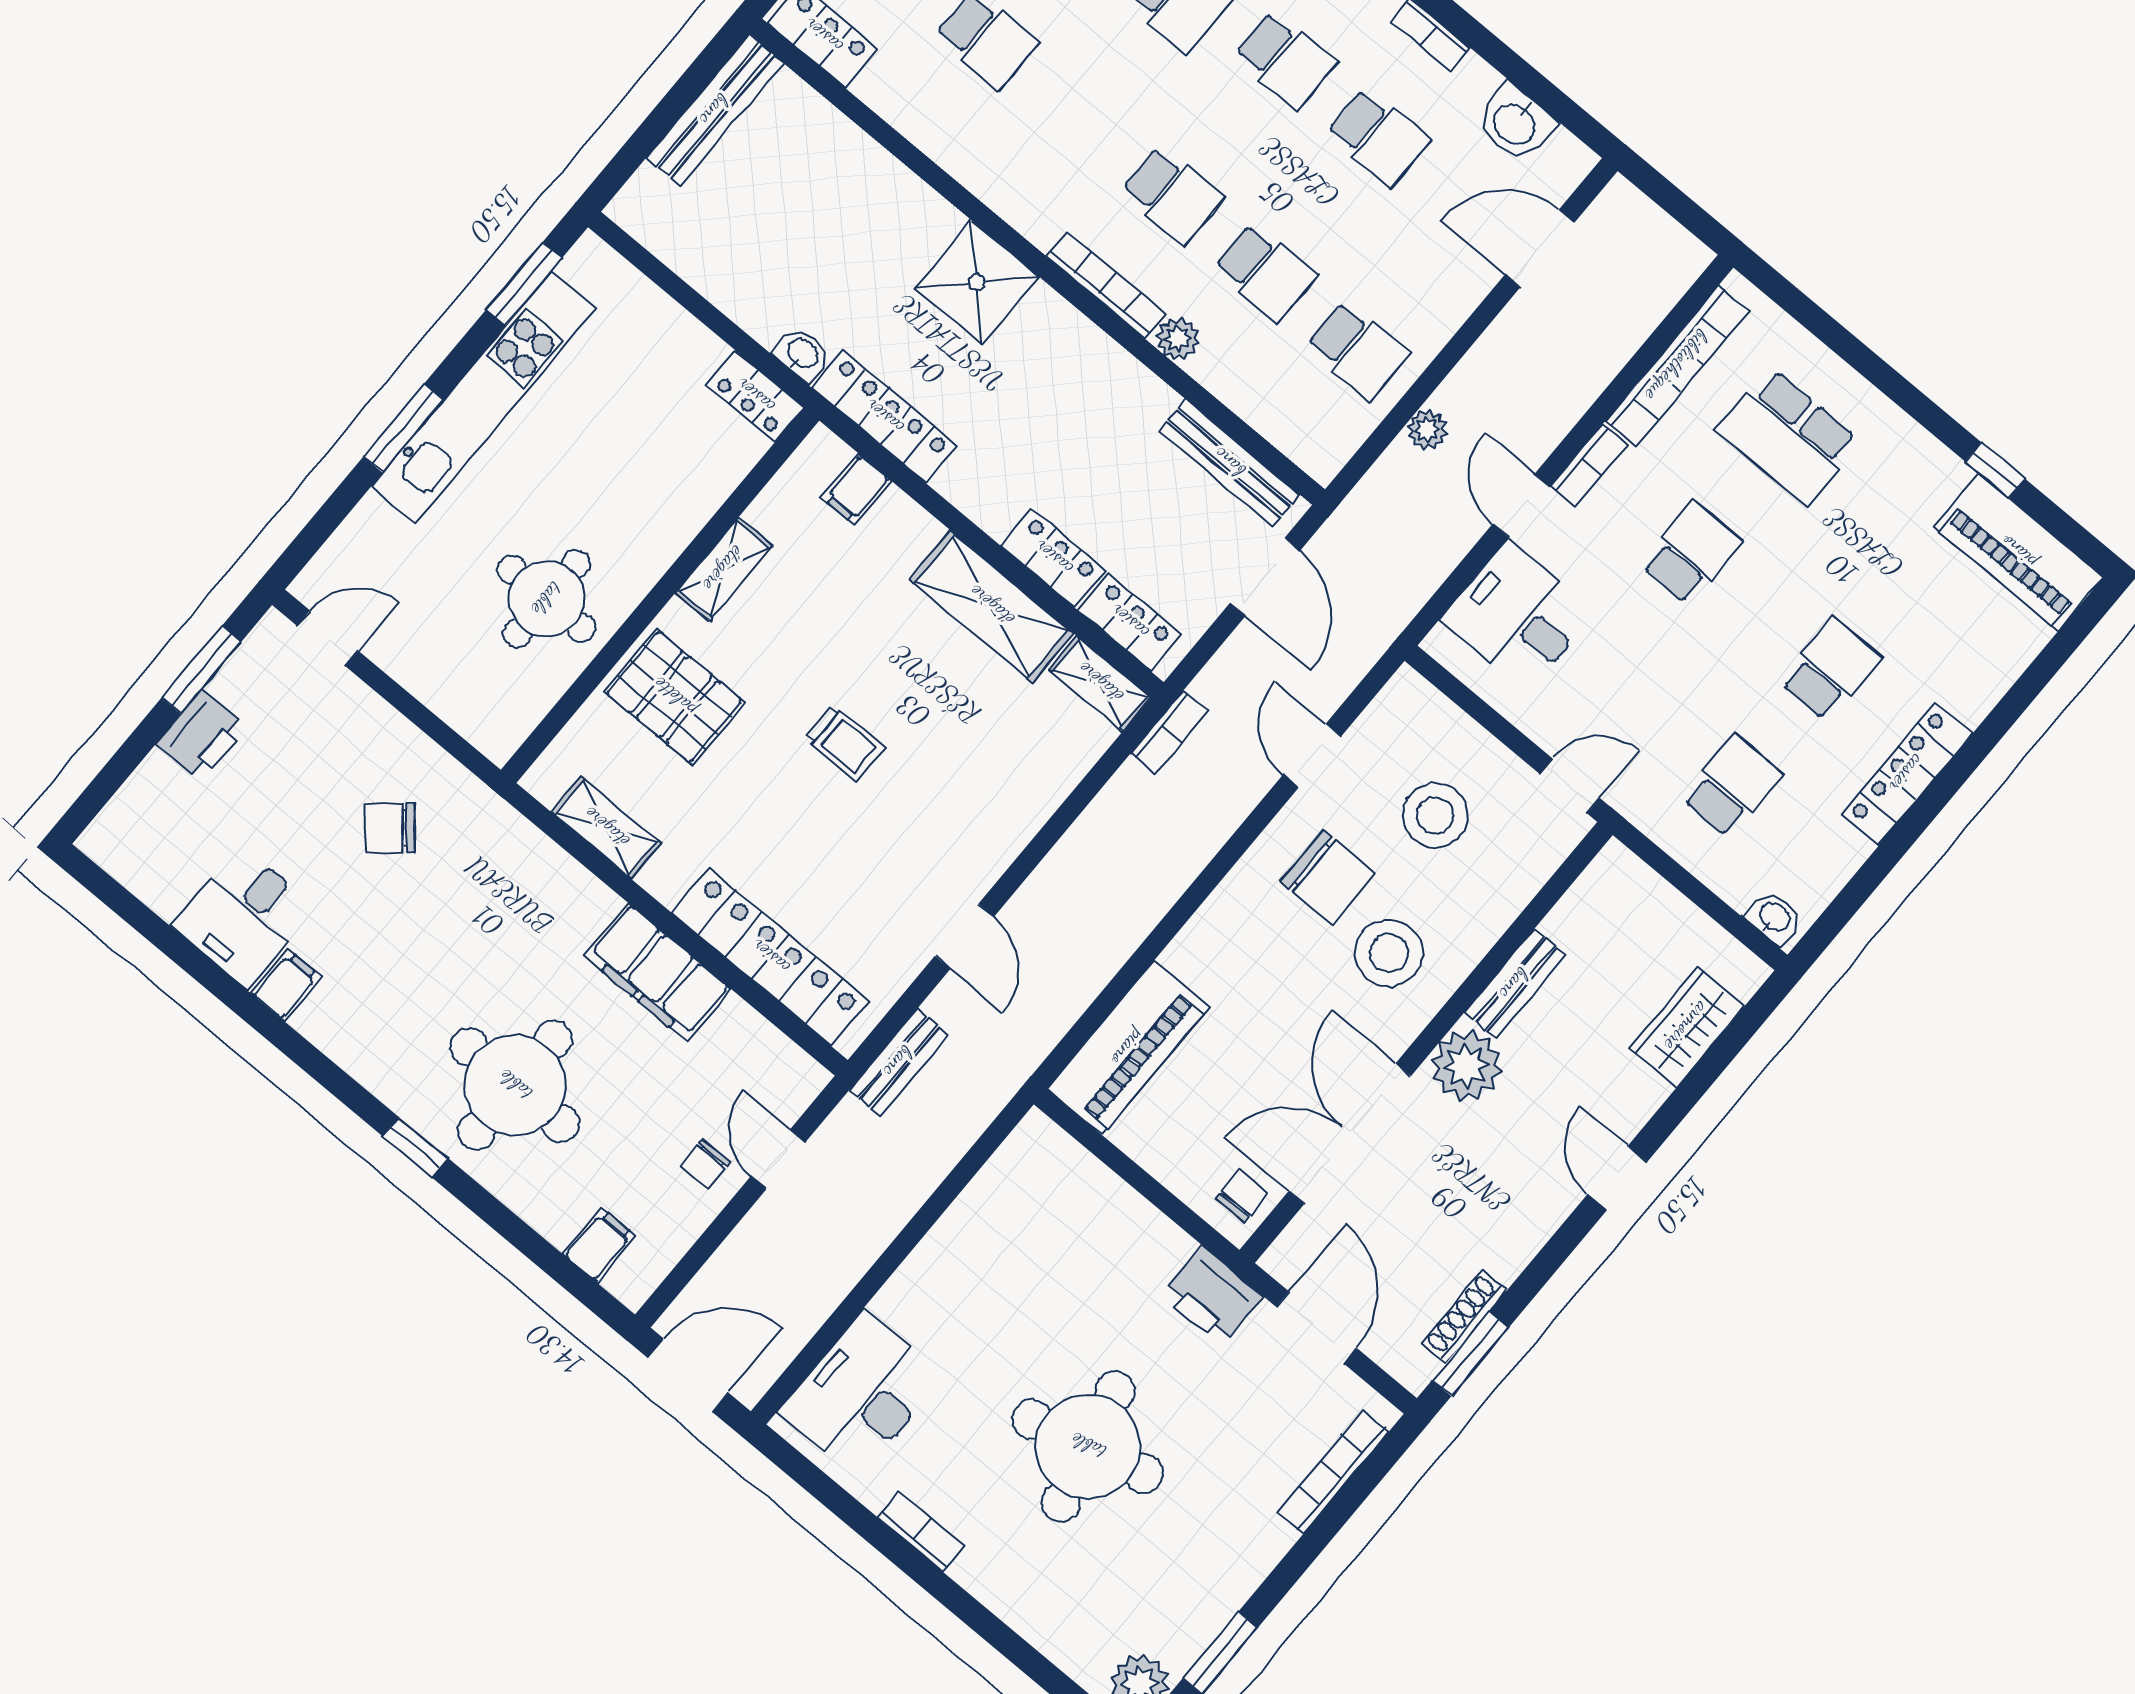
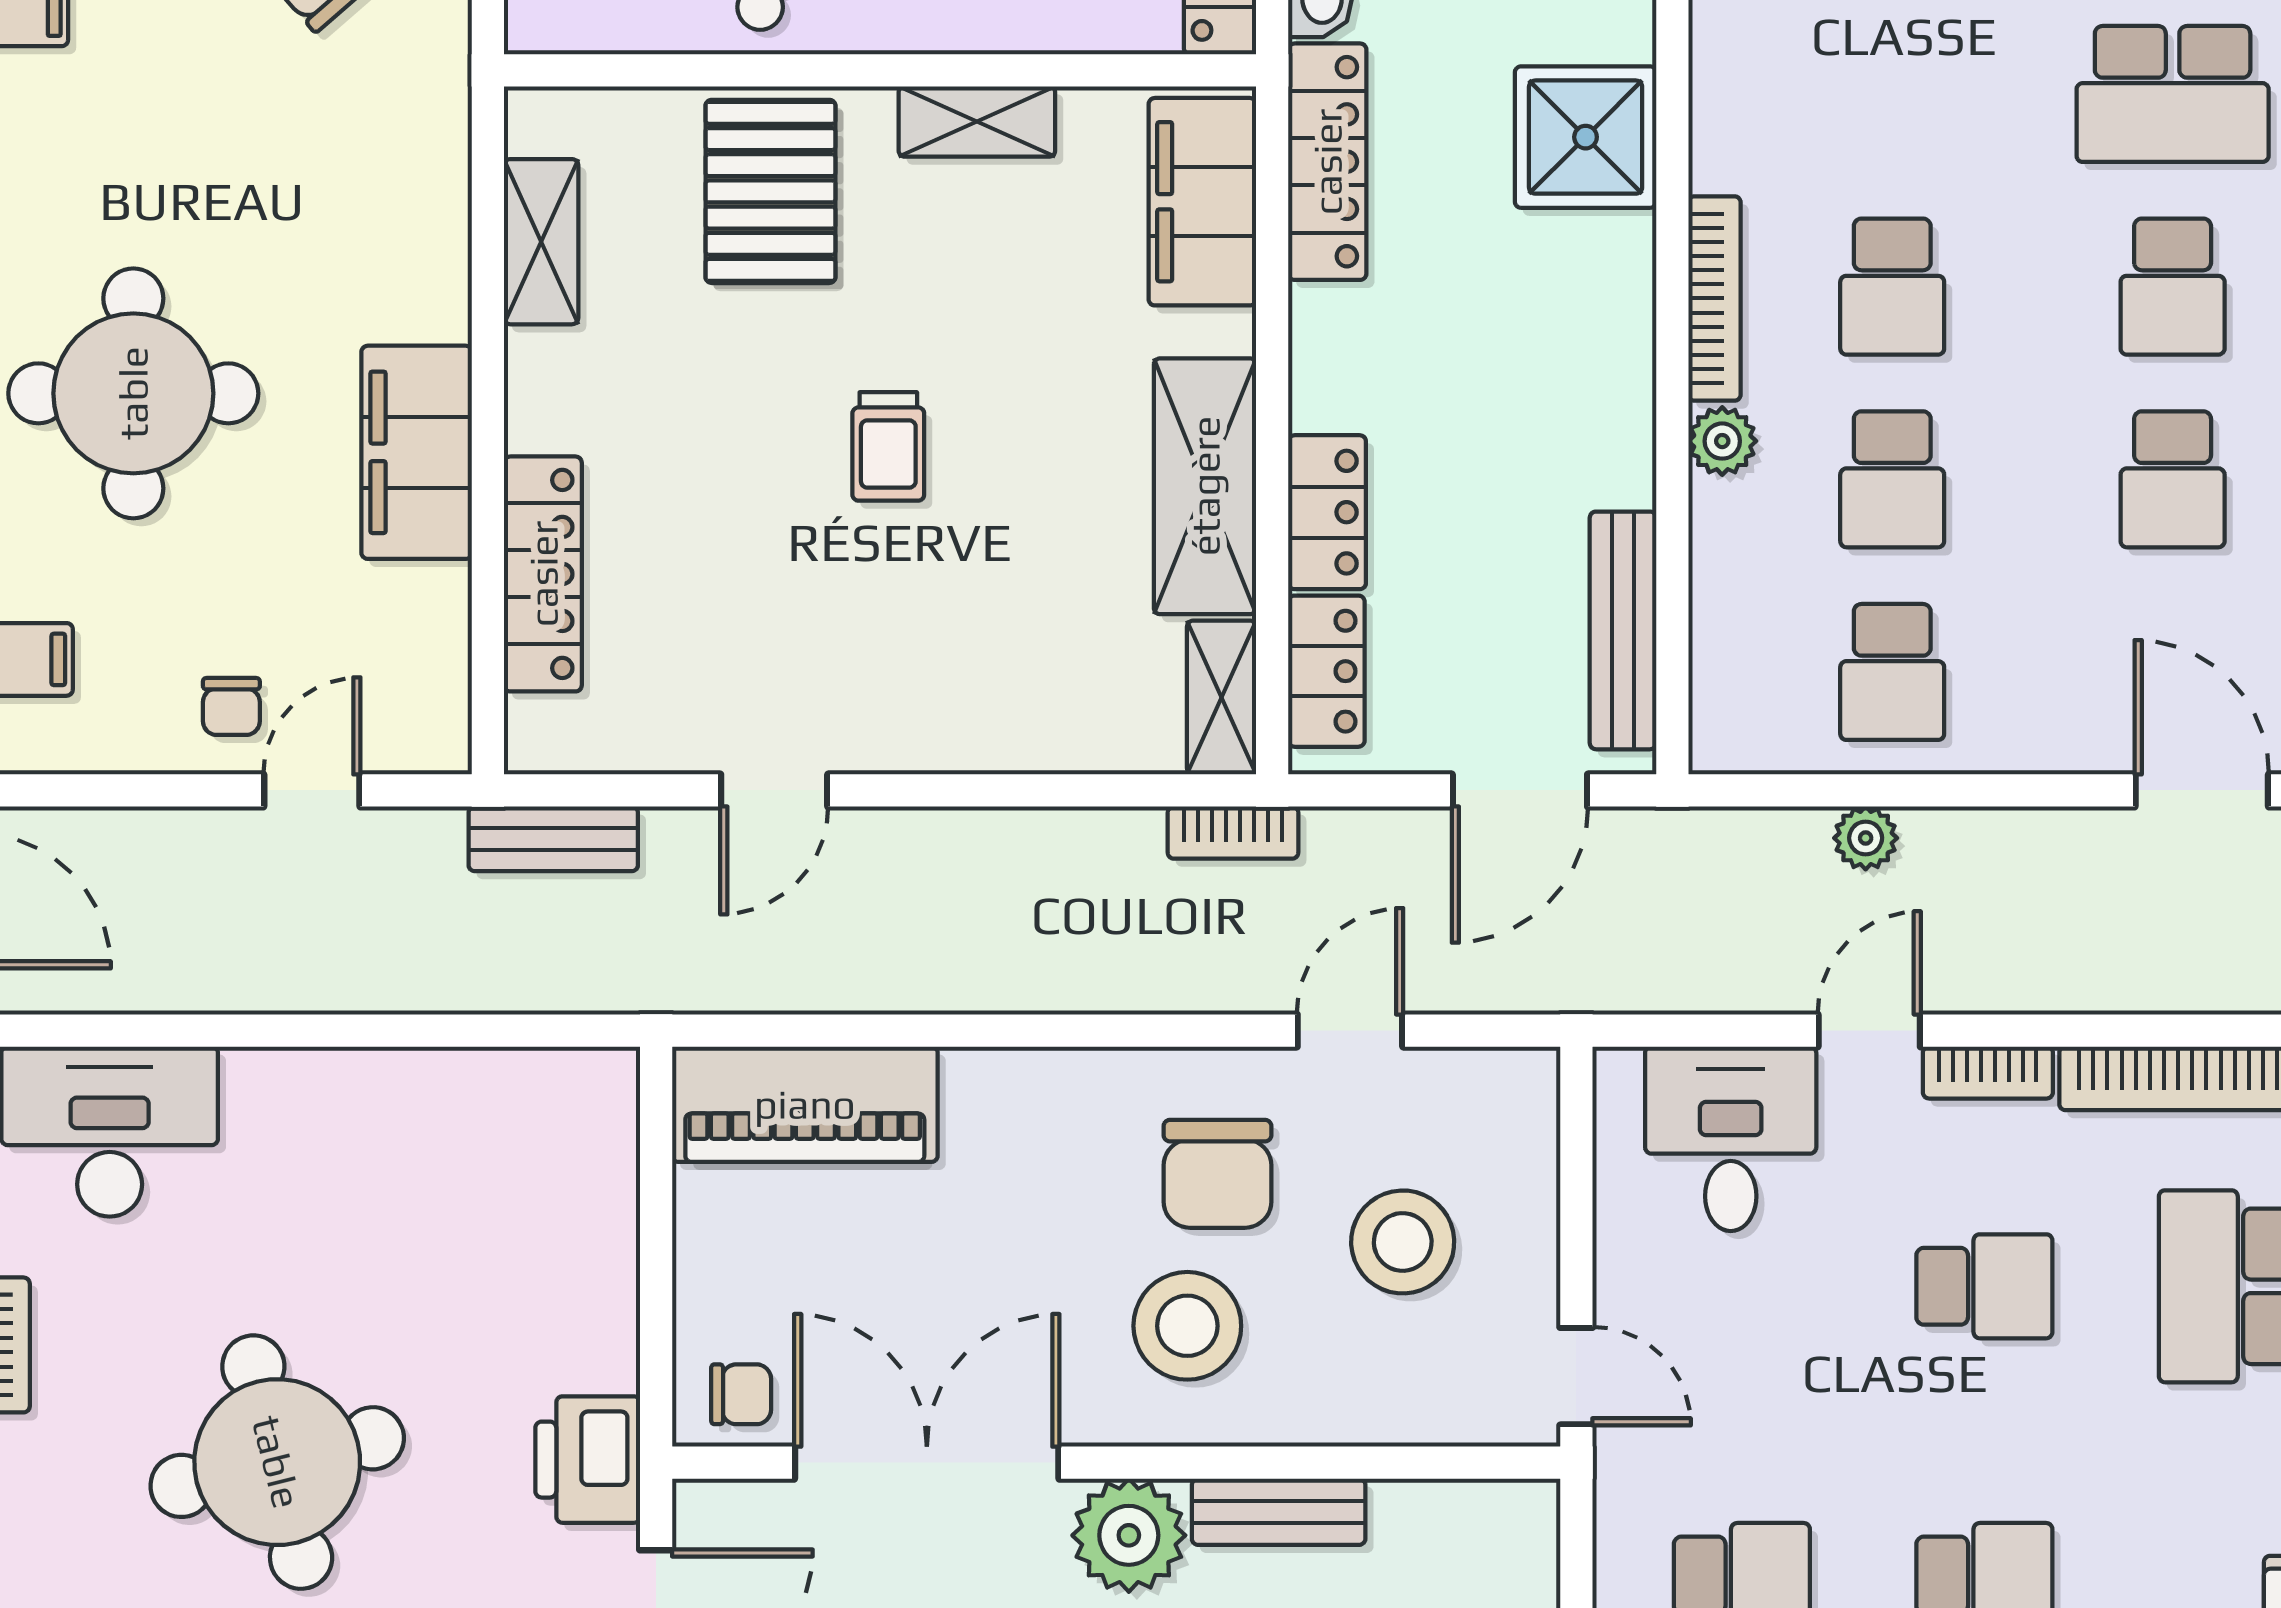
filing cabinet: (856, 489) -> (1202, 202), width x3.00, depth x1.17
locker: (770, 957) -> (543, 574), width x0.71, depth x0.83
chair: (705, 1164) -> (231, 706), turned -90

